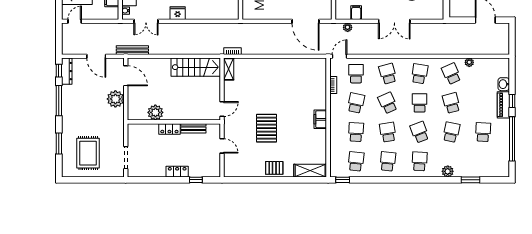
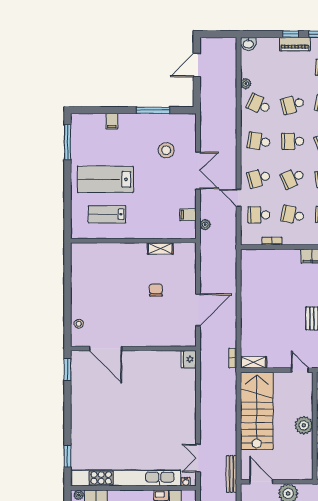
fridge: (178, 13) -> (189, 359), moved
double door: (146, 21) -> (198, 458), swing flipped
door: (305, 21) -> (198, 310), moved
door: (340, 56) -> (239, 198), moved
stairs: (196, 67) -> (257, 411), width x1.36, depth x1.51
school desk: (451, 74) -> (259, 104), turned 48
door: (126, 76) -> (261, 482), hinge flipped
washbasin: (504, 84) -> (248, 44), moved
plant: (155, 112) -> (304, 425), moved

